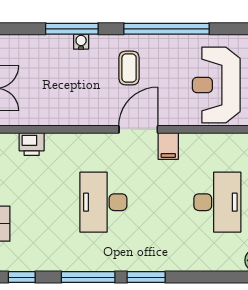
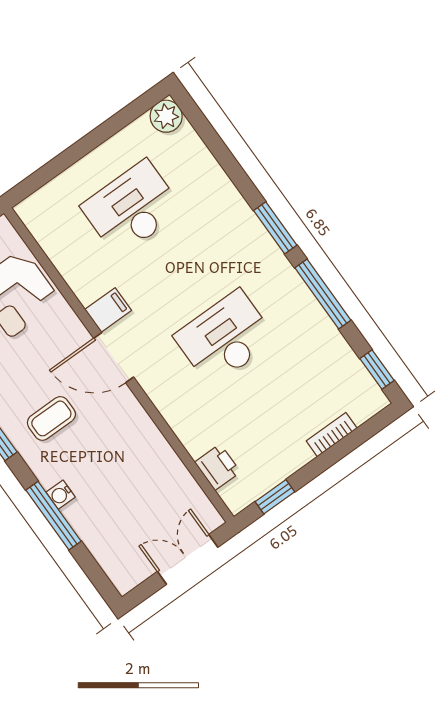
desk: (103, 202) -> (225, 338), turned 180

